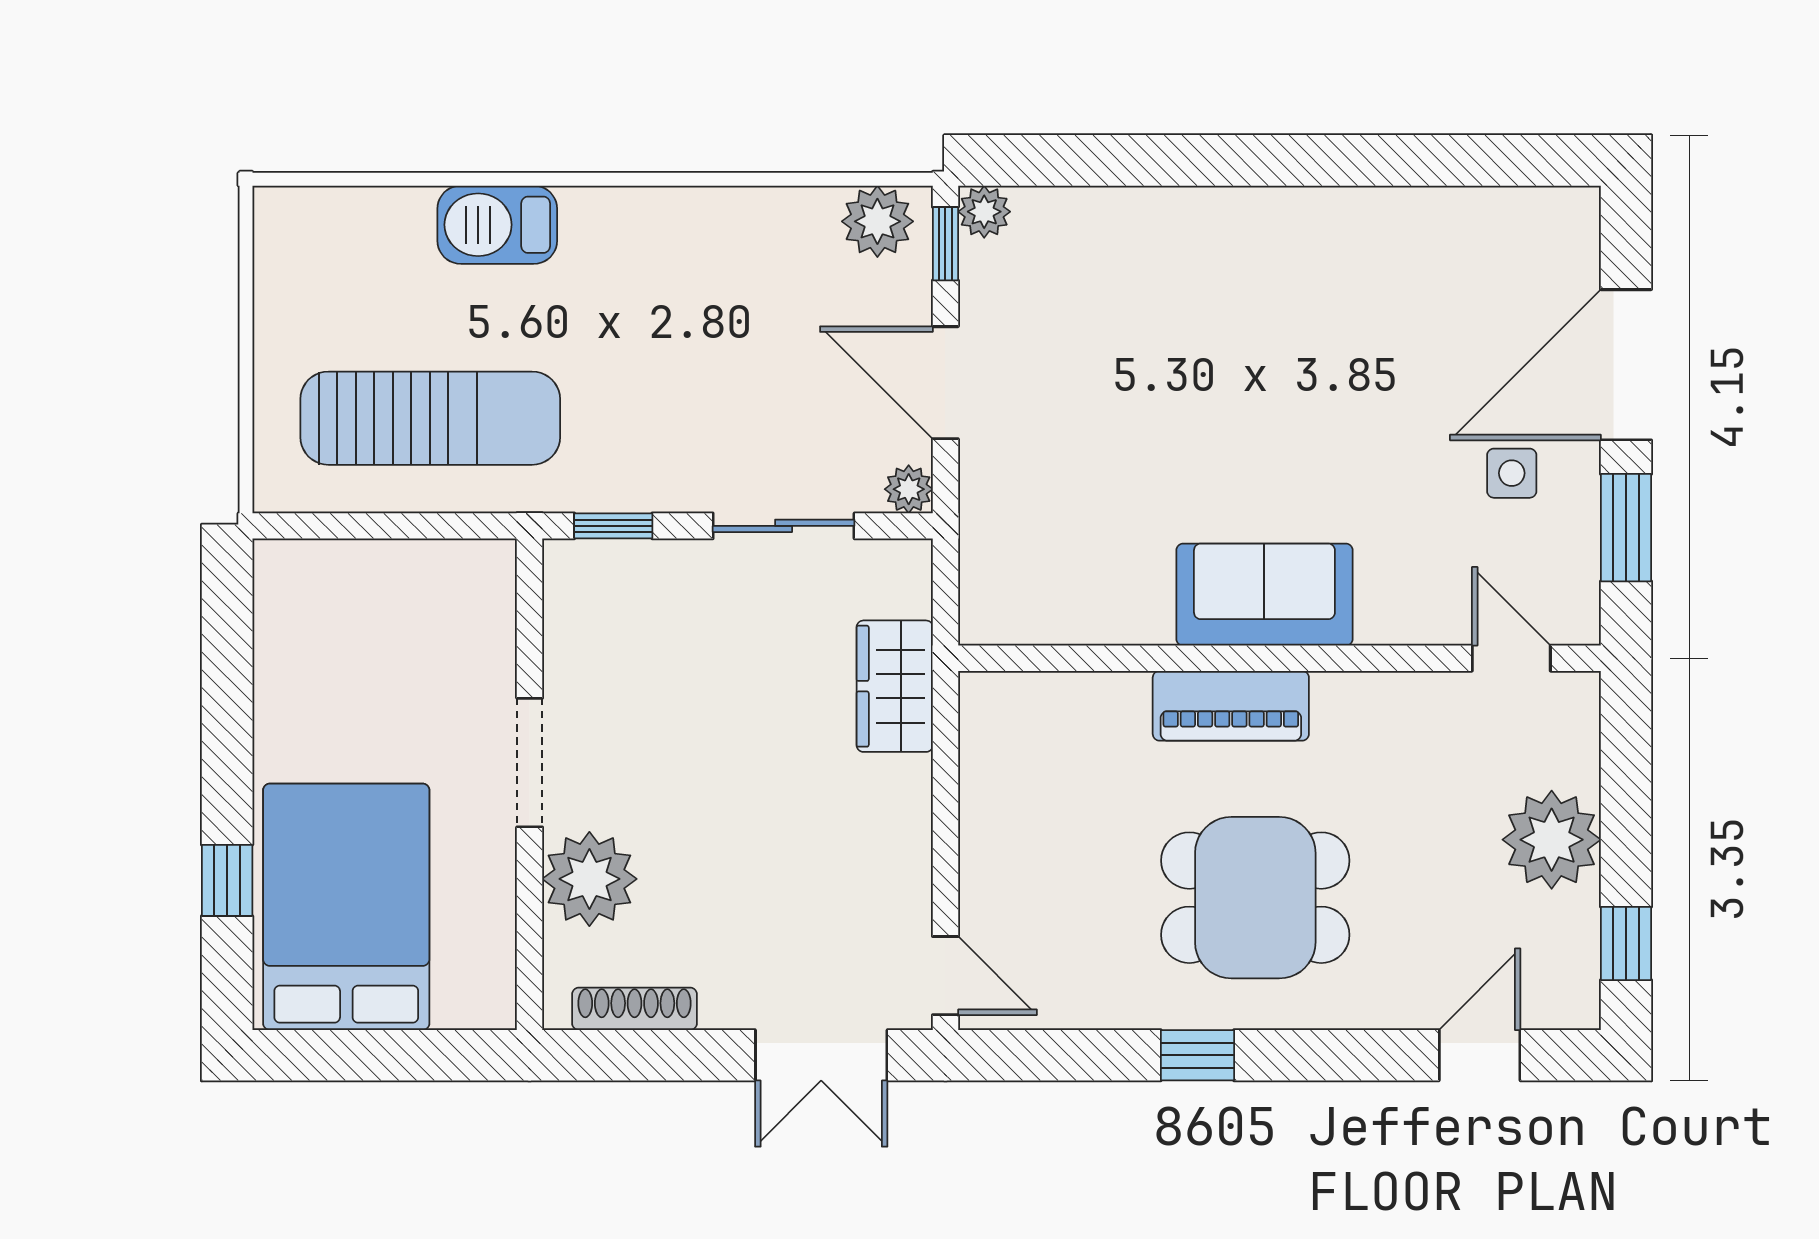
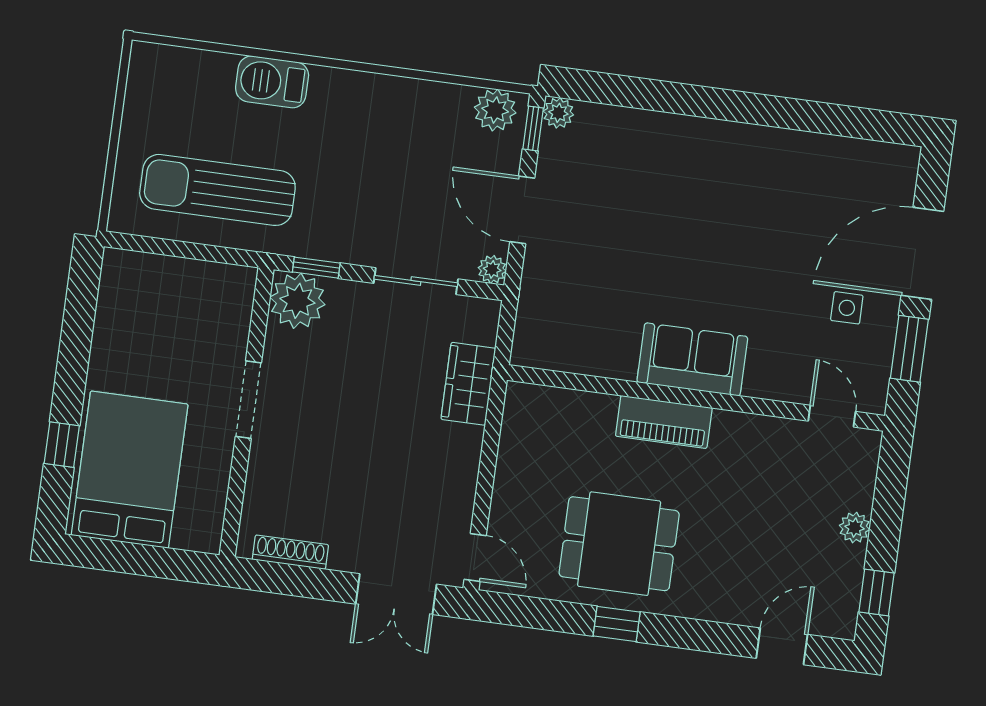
sun lounger: (430, 418) -> (217, 190), turned 180
plant: (1552, 840) -> (855, 528), width x0.53, depth x0.53
plant: (589, 879) -> (297, 301), moved
dining table: (1255, 898) -> (619, 544), moved

